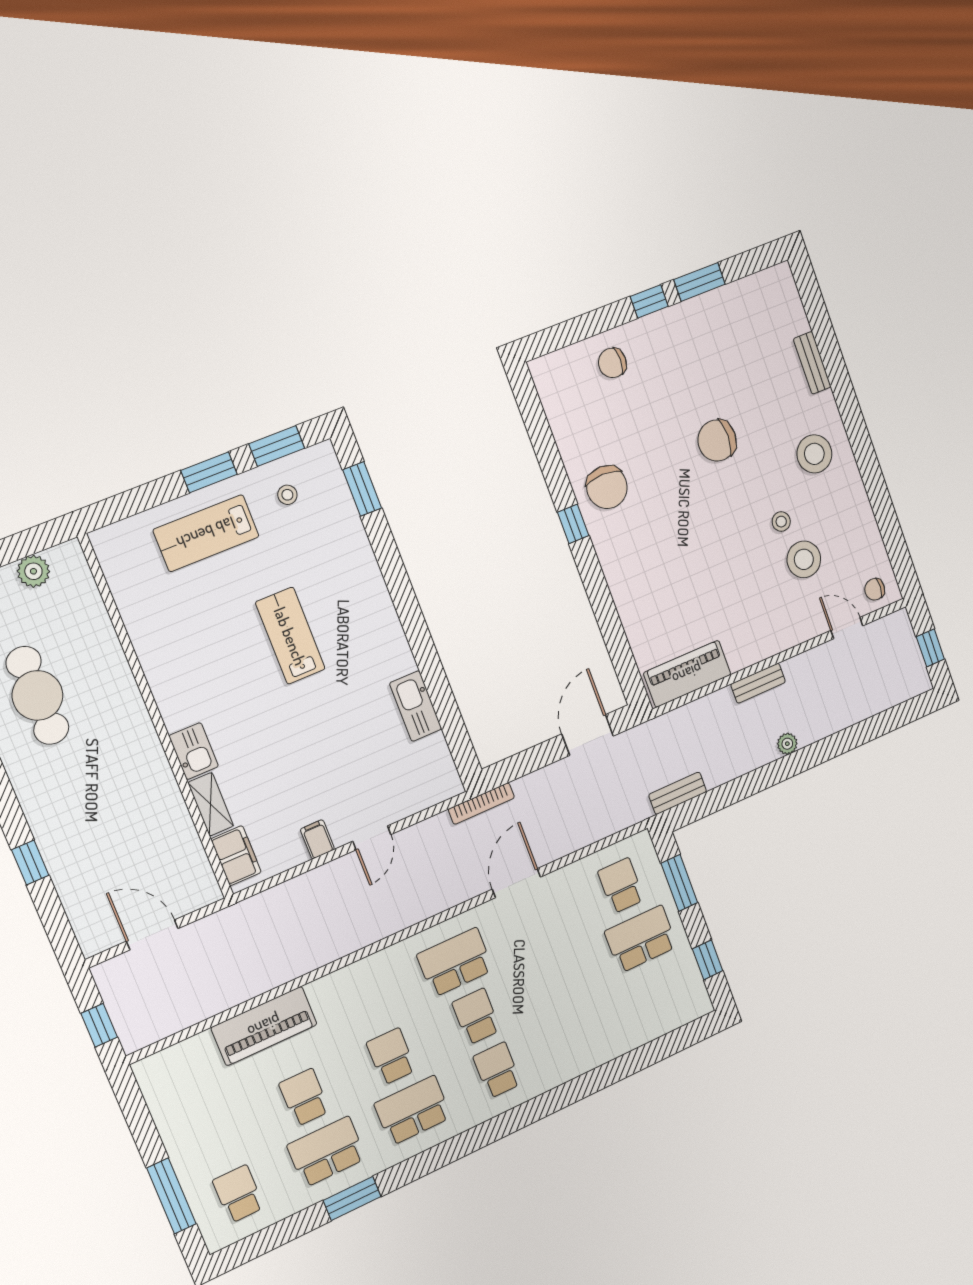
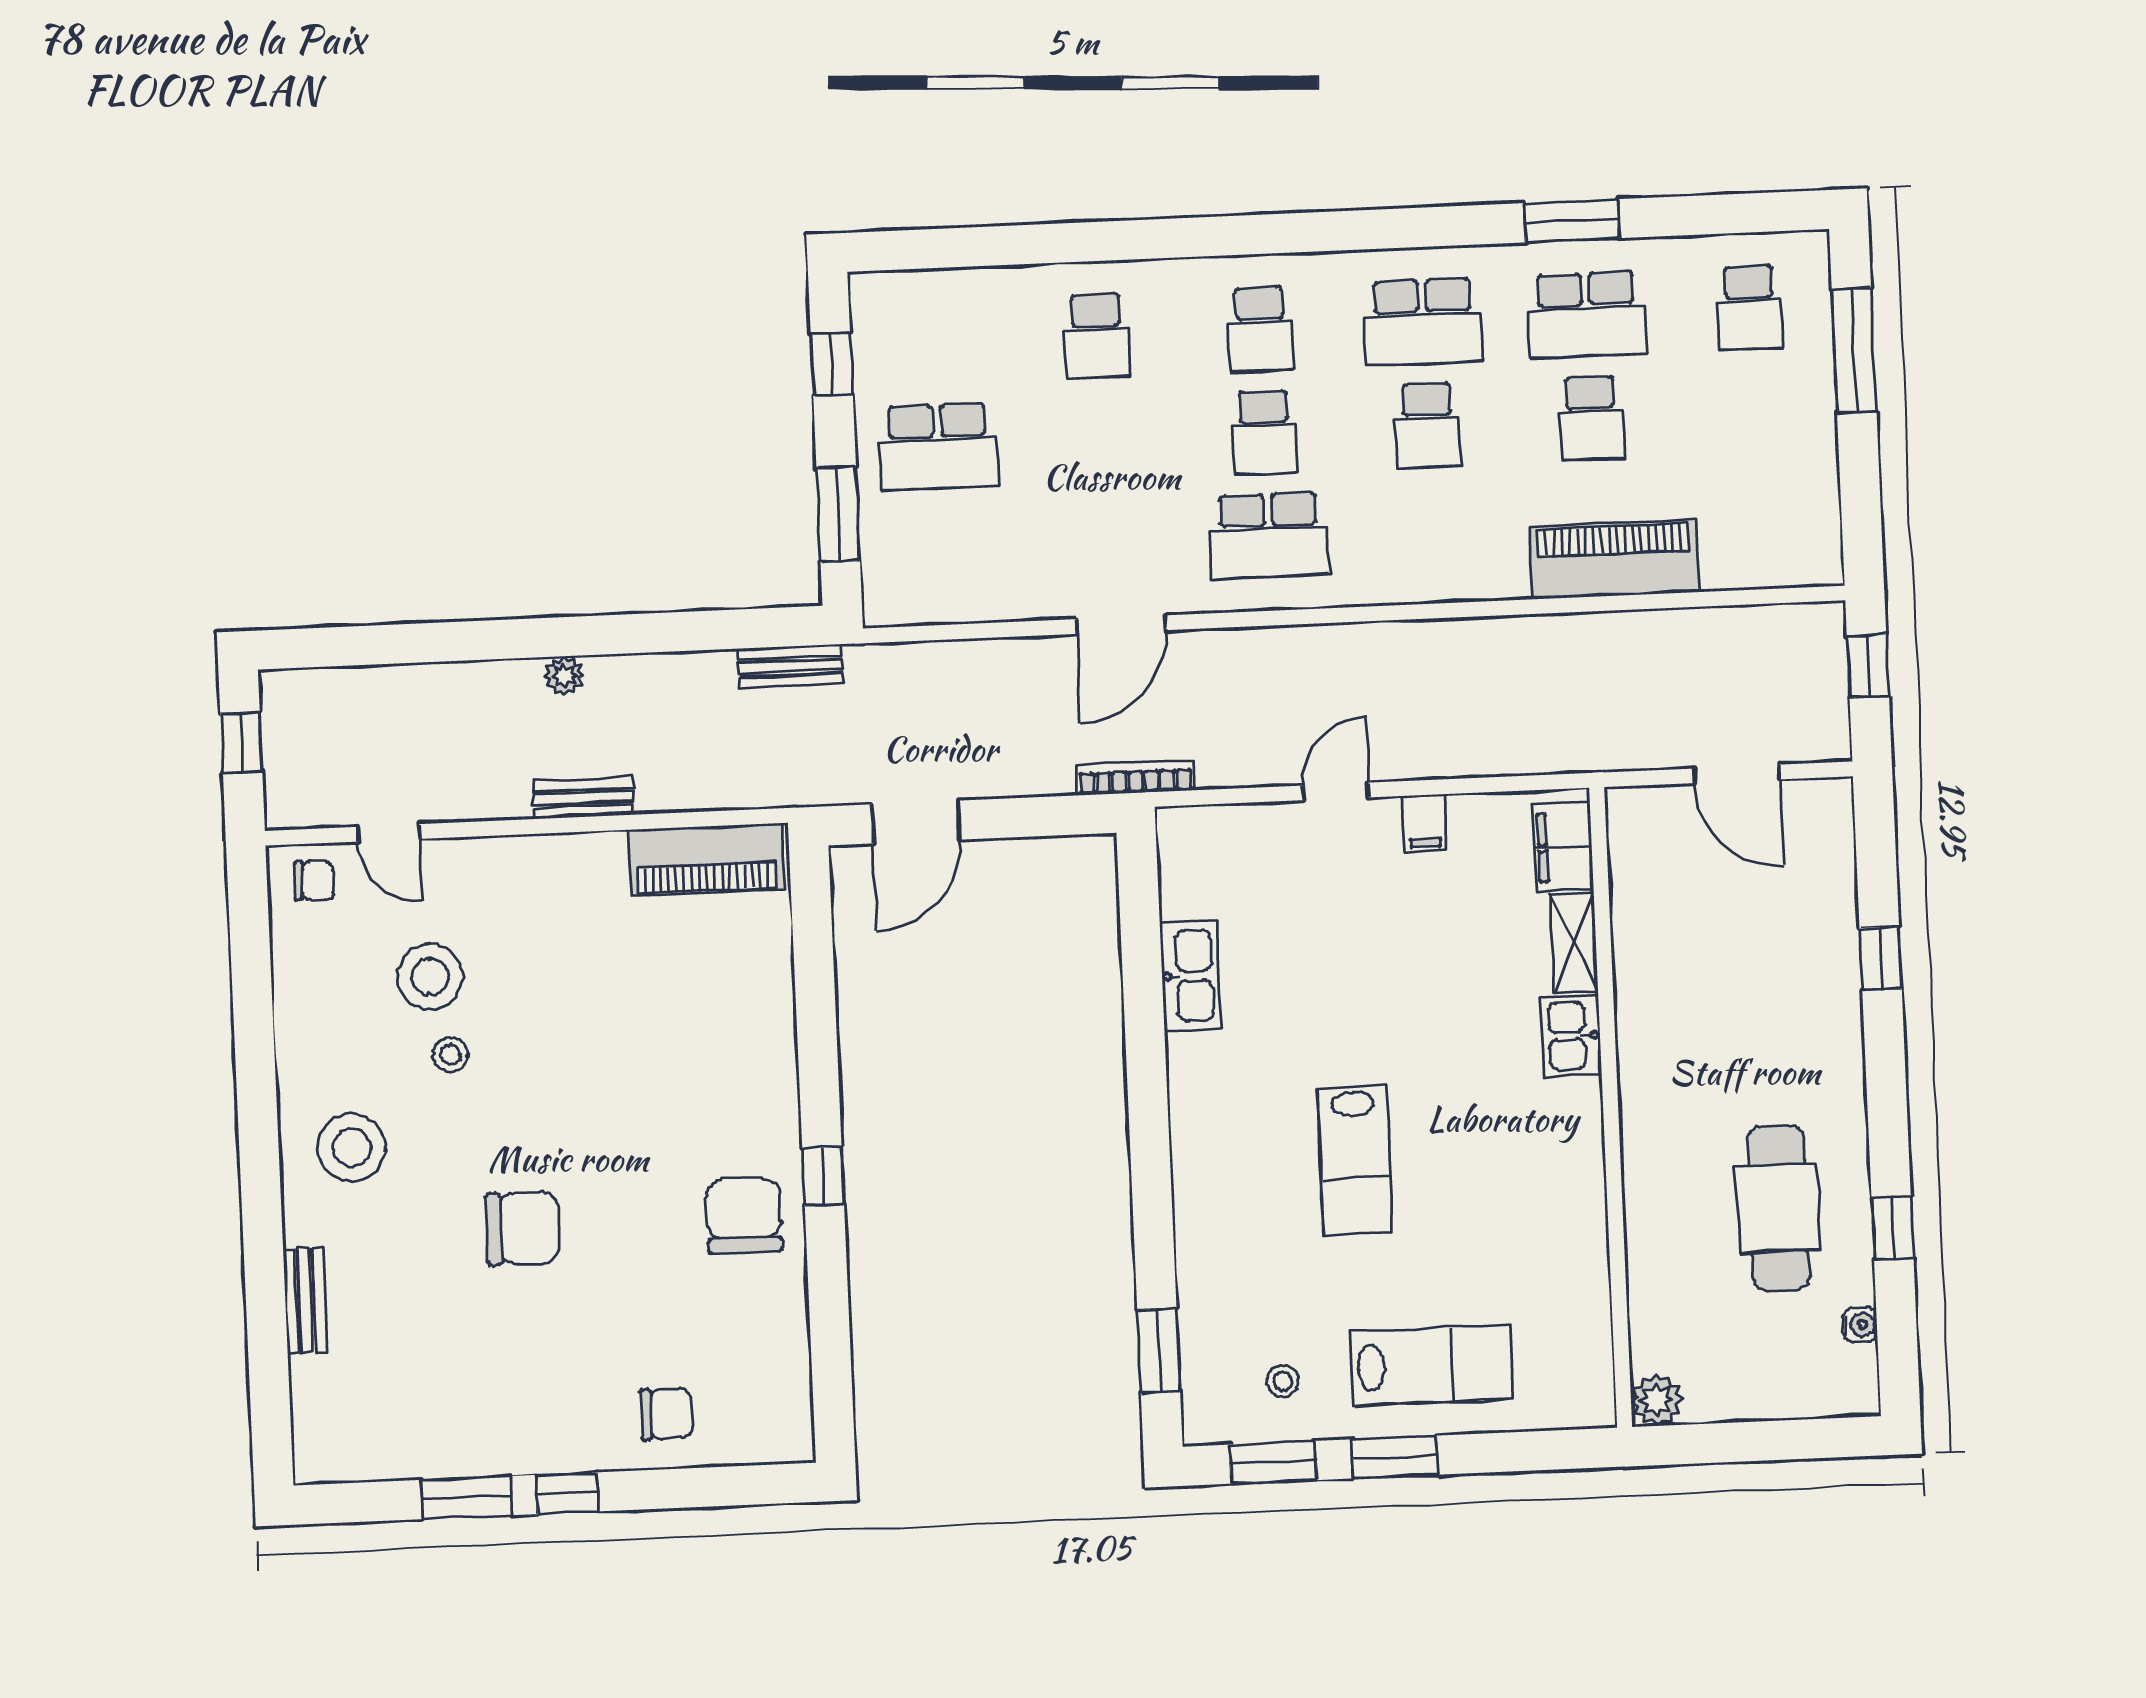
plant: (33, 571) -> (1657, 1400), moved
school desk: (621, 886) -> (1097, 336), moved

